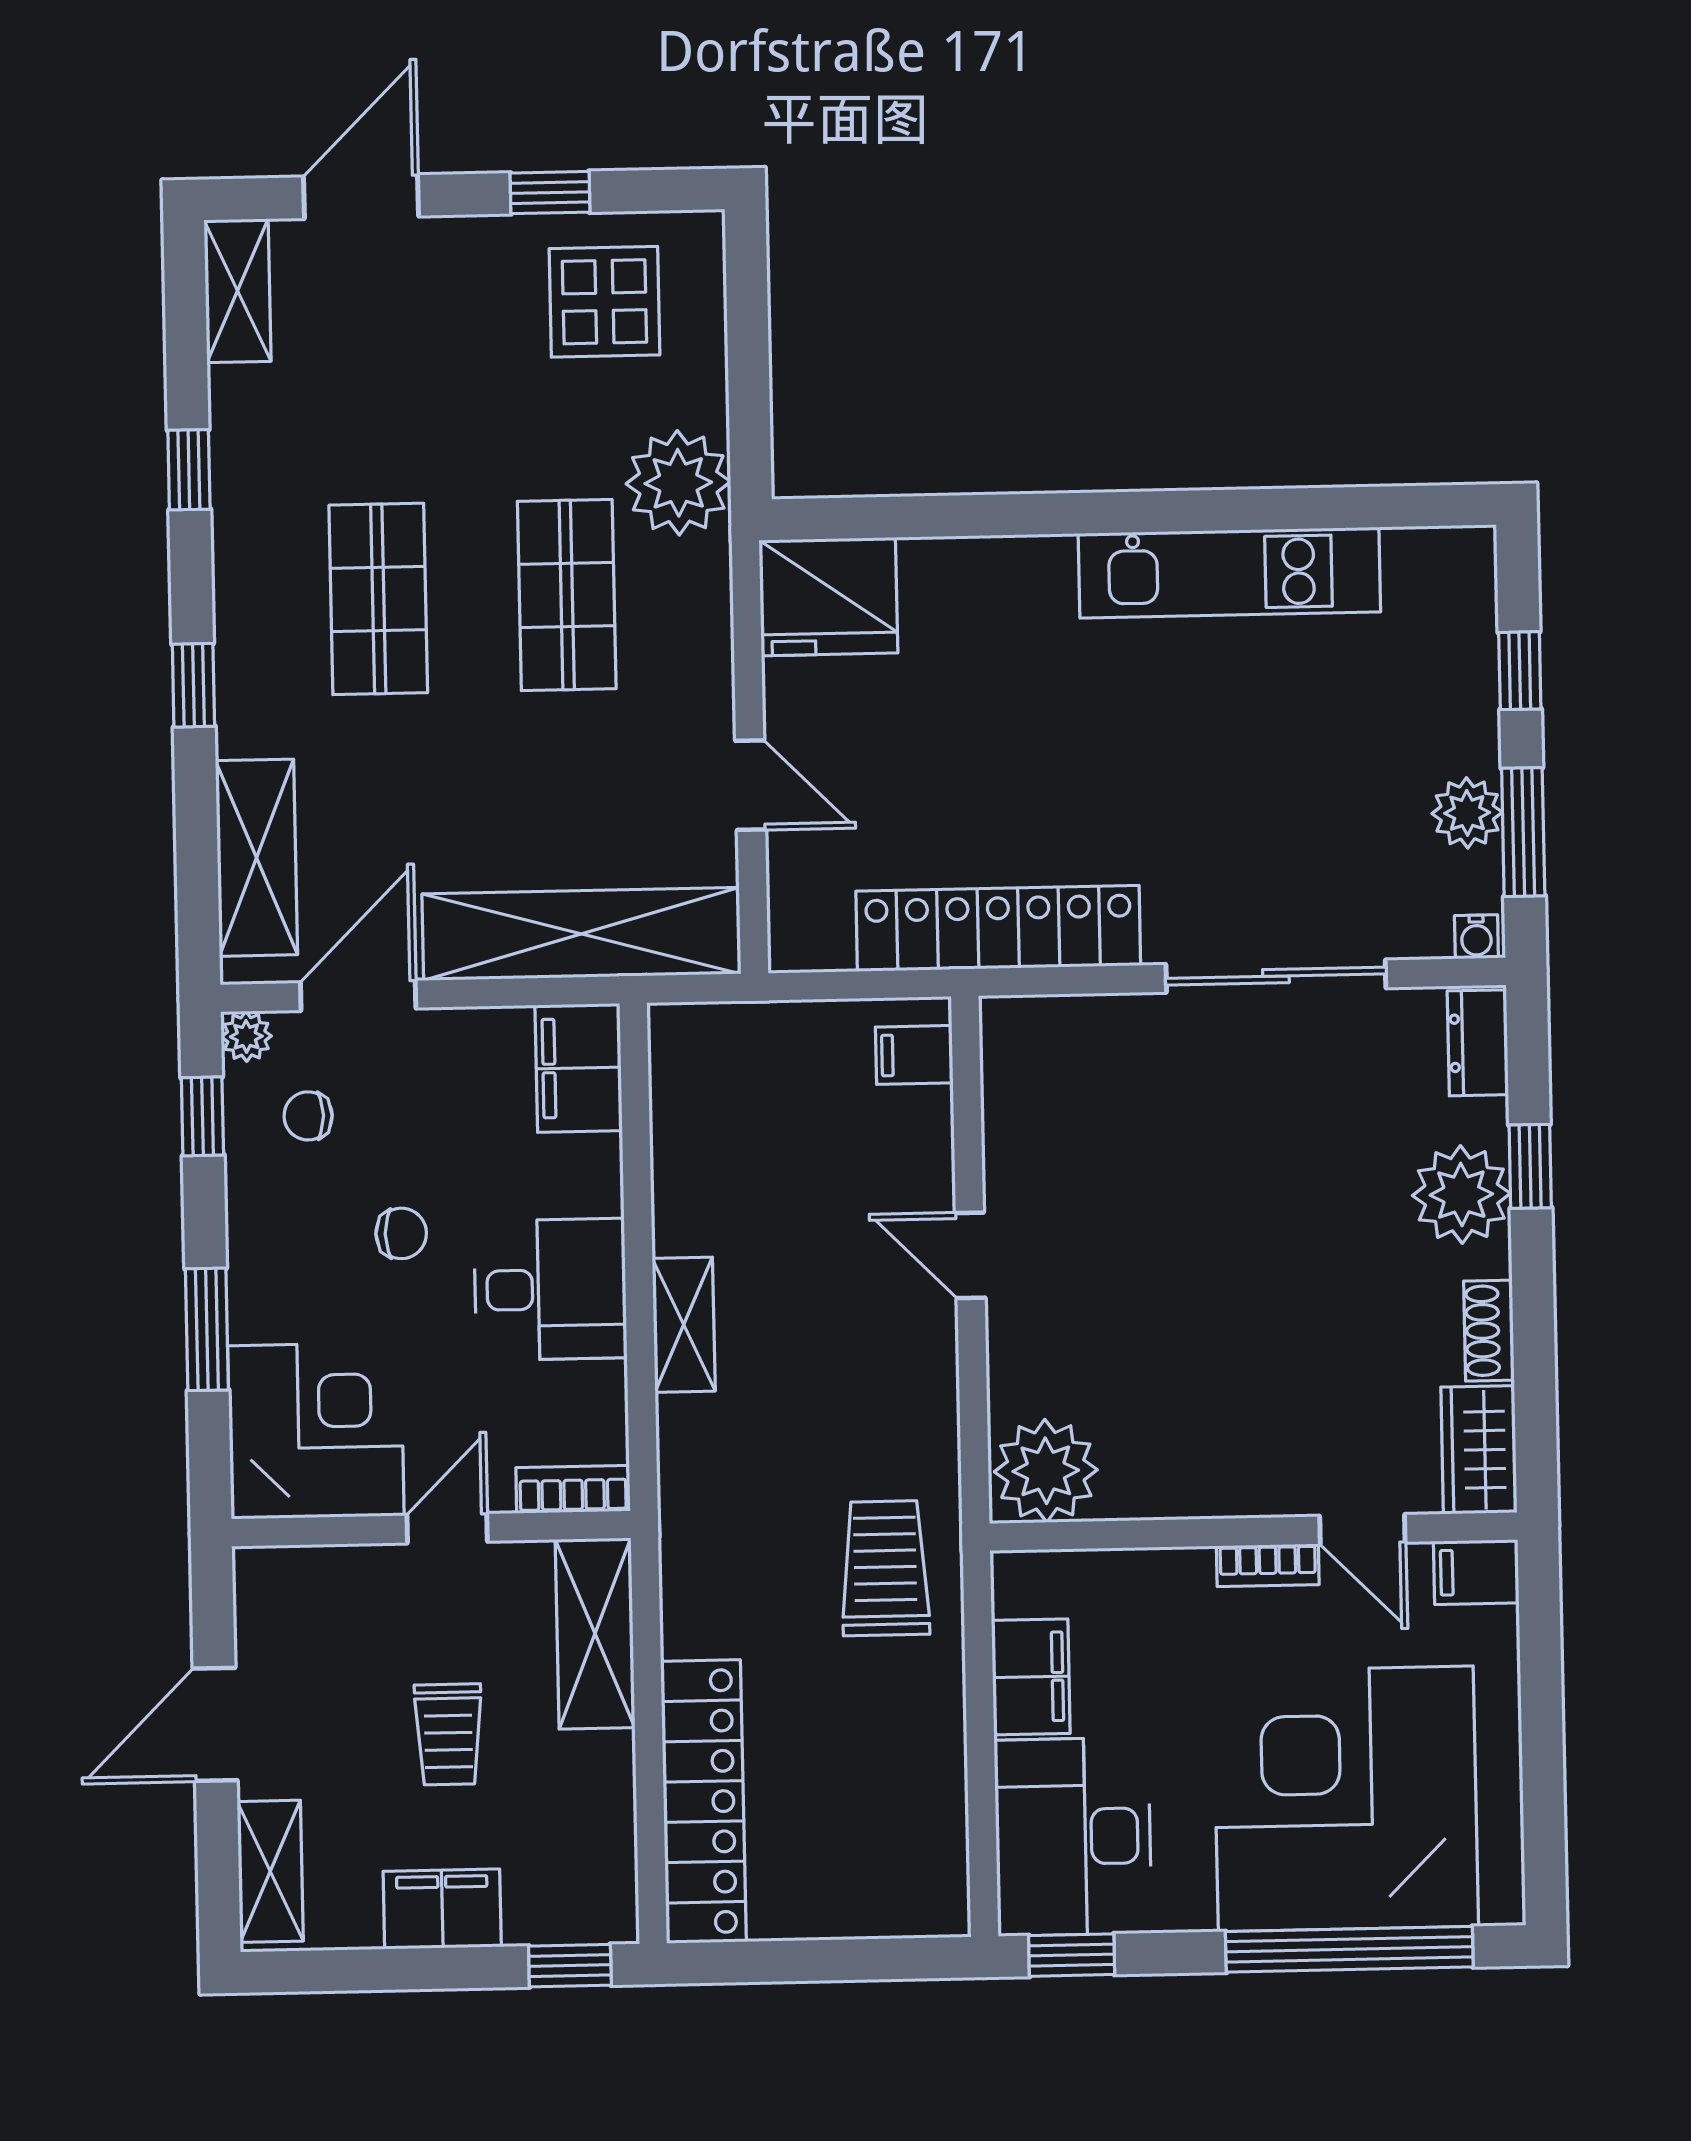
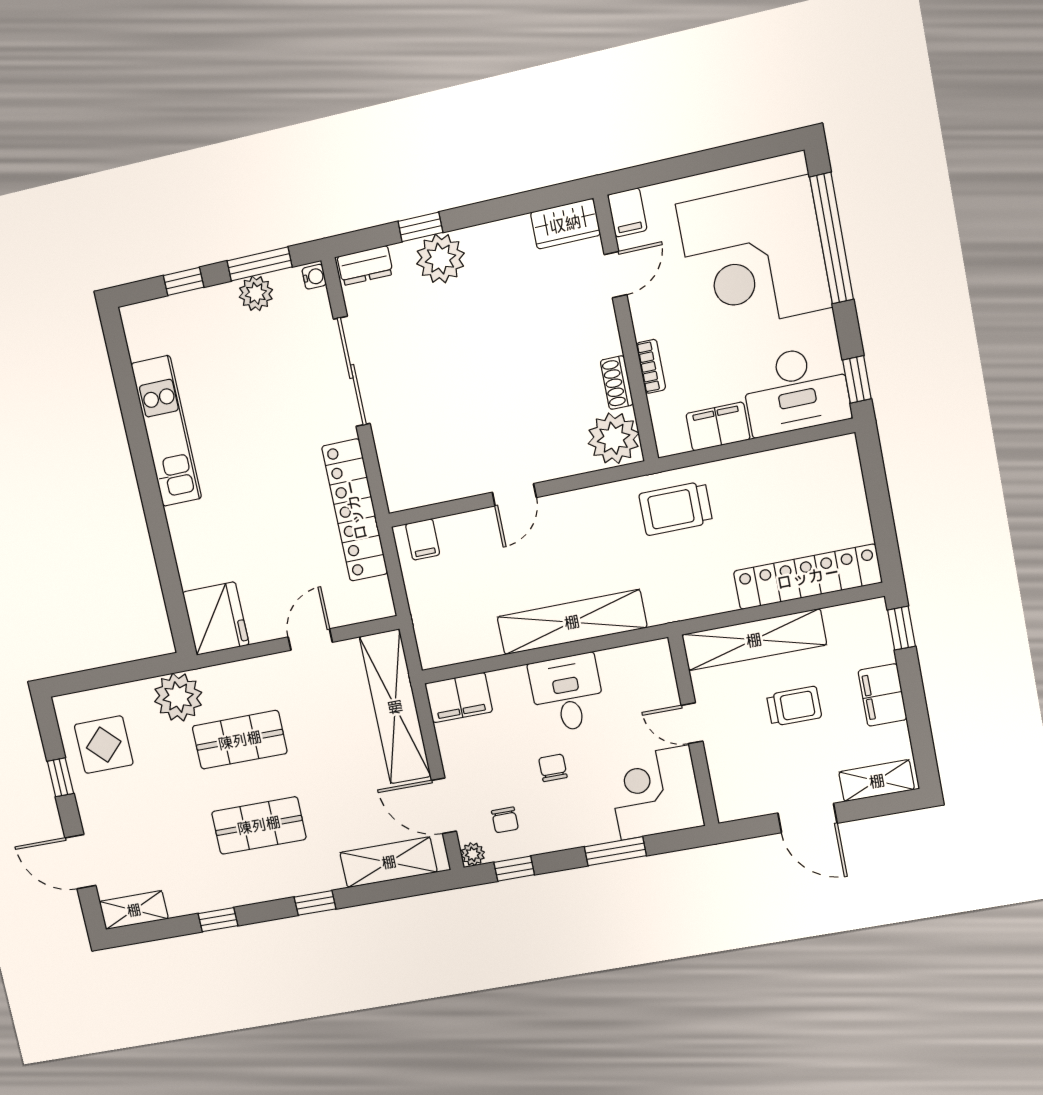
shelving: (684, 1325) -> (572, 622), width x2.20, depth x1.33
shoe rack: (1489, 1331) -> (617, 383), moved, turned 90
bookcase: (573, 1489) -> (663, 666), removed
bookcase: (1268, 1565) -> (651, 366), moved
shelving: (595, 1634) -> (754, 640), width x1.47

